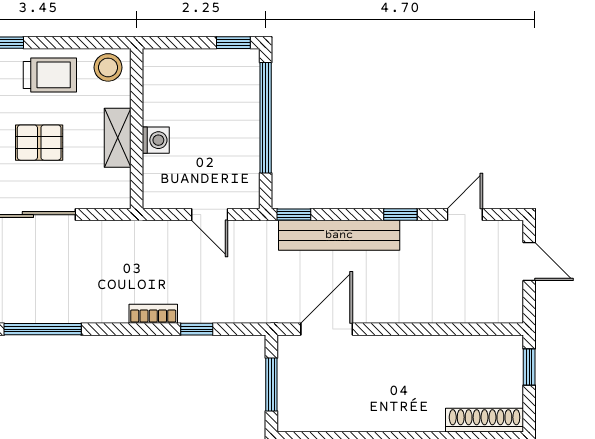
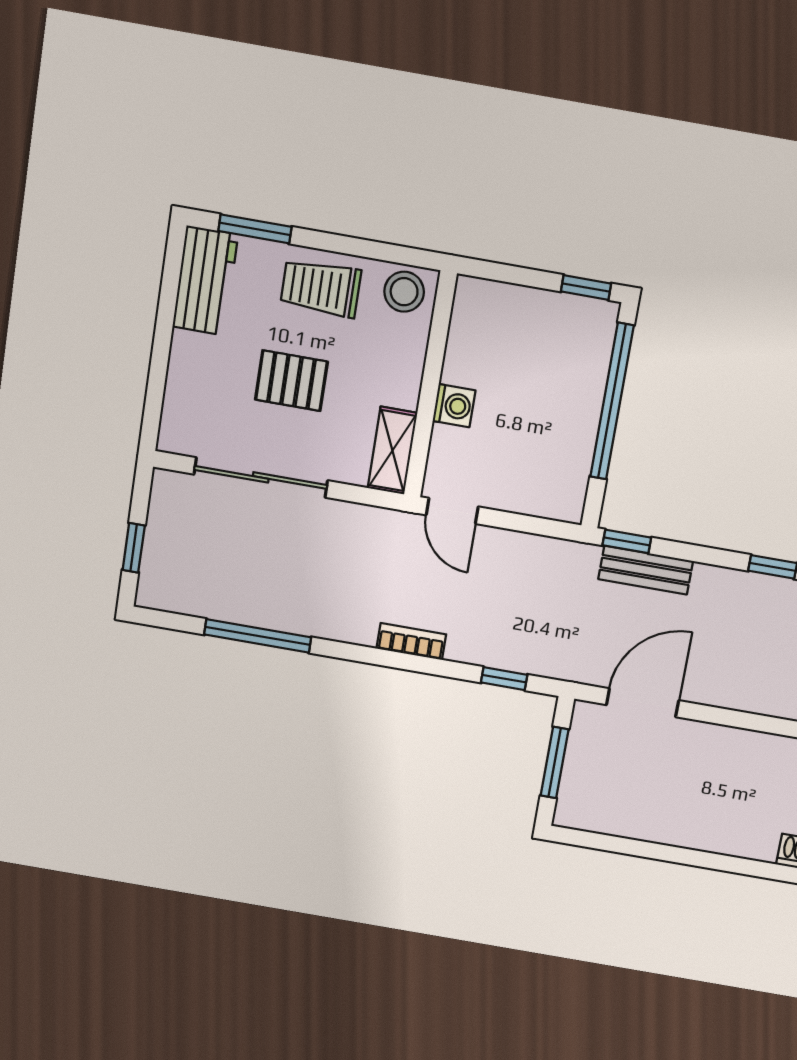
trolley: (50, 75) -> (321, 288), turned 180
shelving: (118, 138) -> (392, 451), moved
door: (210, 215) -> (452, 511), moved
bench: (339, 235) -> (646, 570), width x0.54, depth x0.82
window: (197, 329) -> (504, 679), moved

